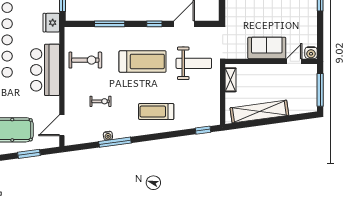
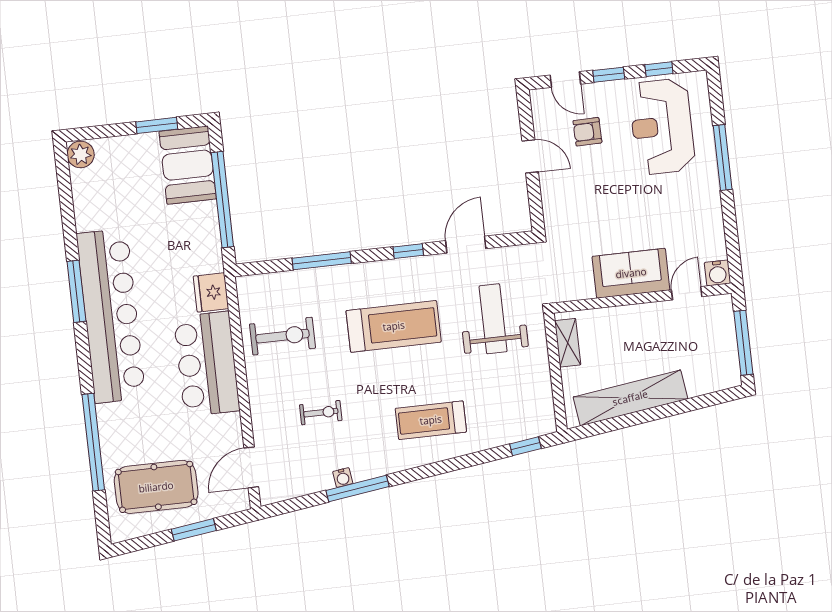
fridge: (51, 23) -> (211, 292), moved
weight bench: (194, 63) -> (493, 319), turned -90

